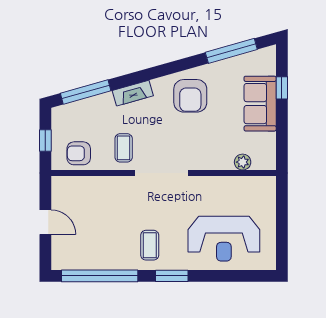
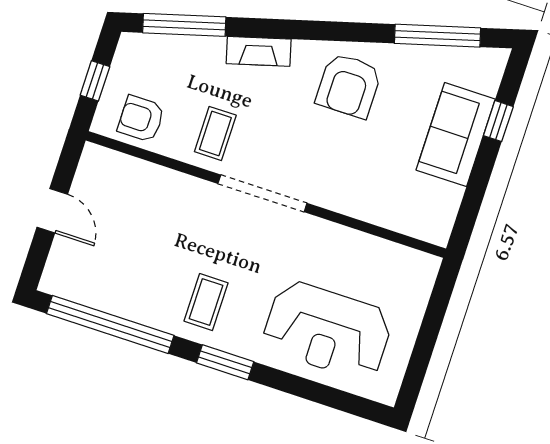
plant: (243, 162) -> (397, 218), removed

